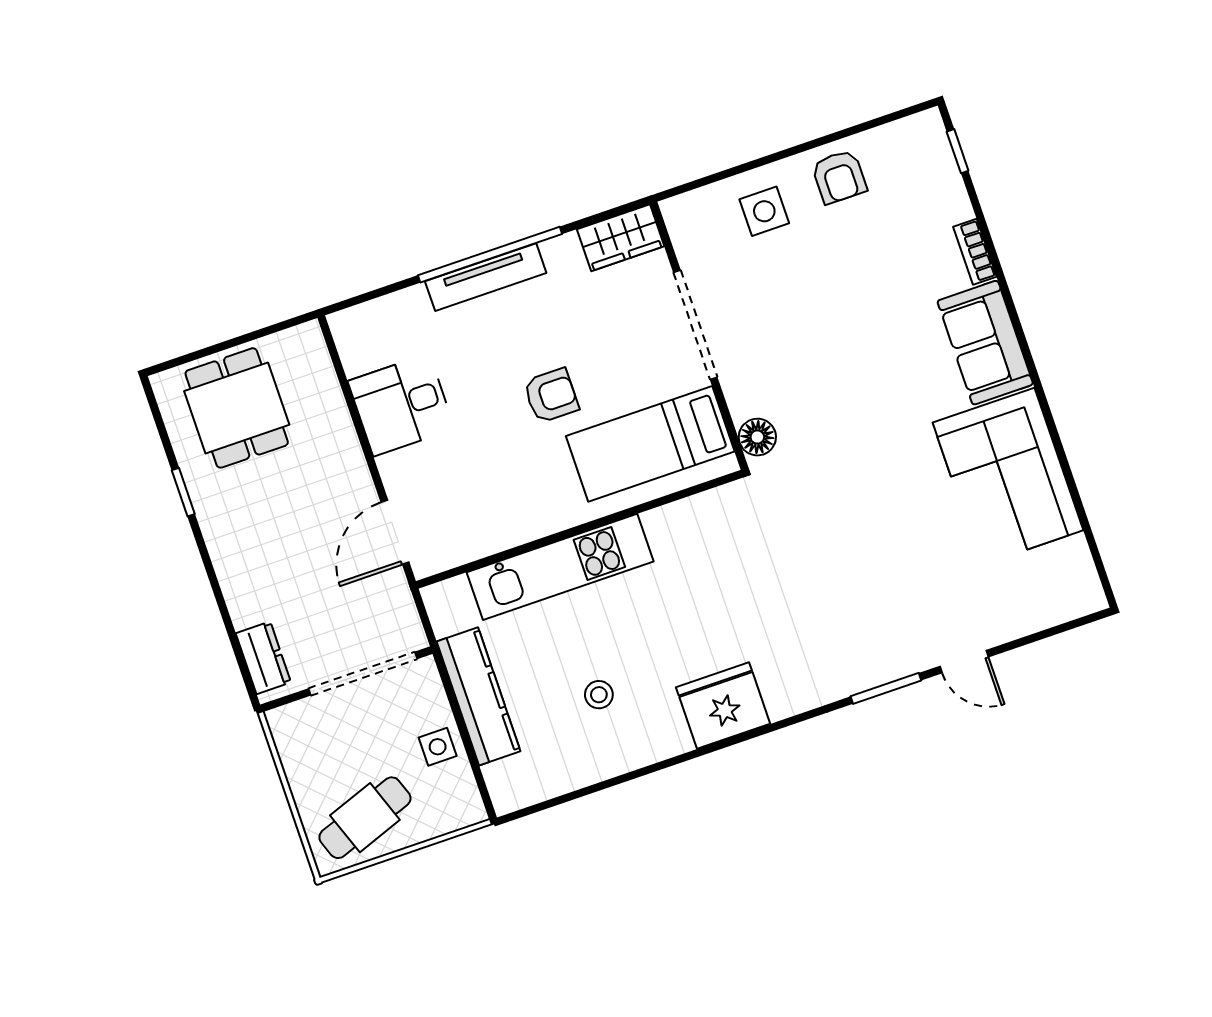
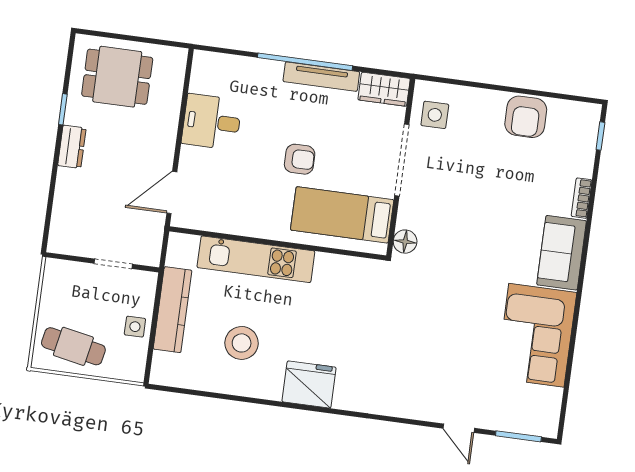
armchair: (839, 177) -> (526, 117), width x1.38, depth x1.38
side table: (764, 211) -> (435, 115), moved
tv unit: (486, 277) -> (321, 77), moved
dining table: (237, 408) -> (117, 77), turned 90
dresser: (263, 658) -> (72, 147), moved
doorway: (363, 674) -> (113, 264), width x0.53
window: (886, 688) -> (518, 436), moved
stool: (599, 695) -> (242, 343), width x1.89, depth x1.89
cafe table: (365, 818) -> (73, 346), turned 31

